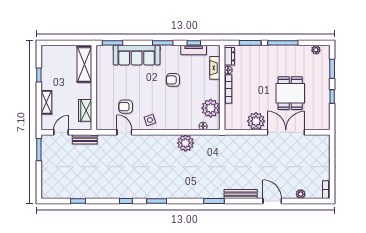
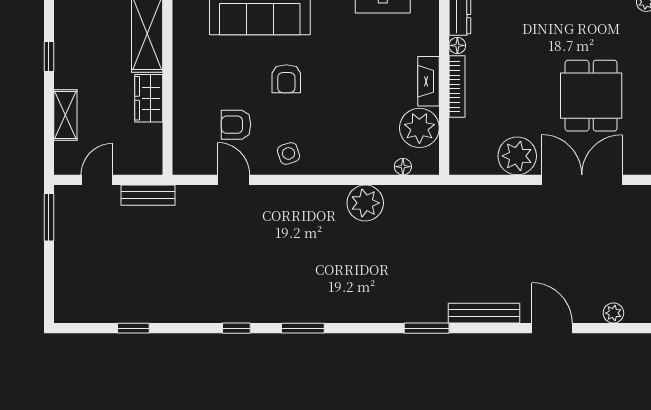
fireplace: (215, 68) -> (429, 81), moved
armchair: (173, 80) -> (286, 79), moved, turned -90
wardrobe: (85, 110) -> (149, 98), moved

